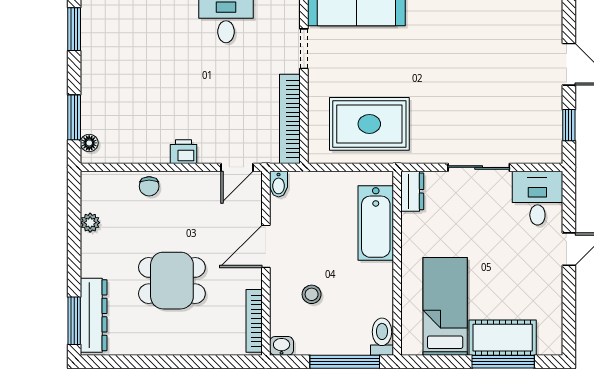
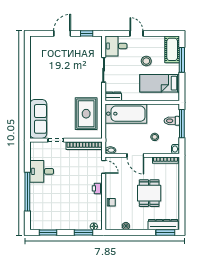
bathtub: (376, 223) -> (126, 114), width x1.36, depth x1.36
stool: (500, 273) -> (146, 61), added
toilet: (382, 337) -> (172, 121), moved
cot: (503, 338) -> (172, 49), moved

